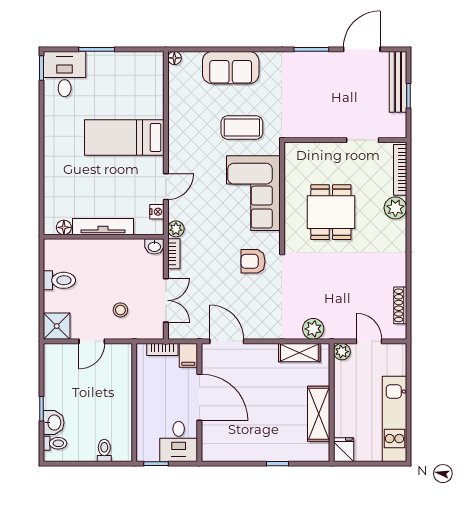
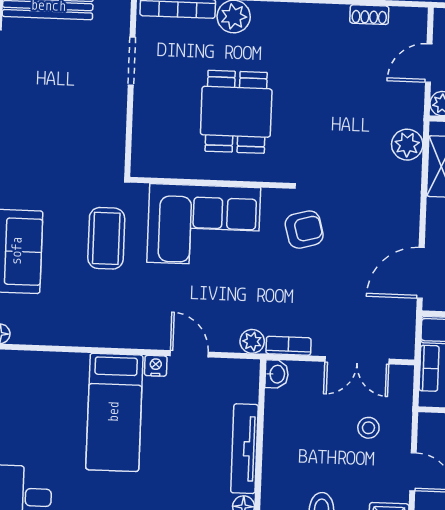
nightstand: (157, 212) -> (156, 366), moved
dining table: (331, 212) -> (236, 112), turned 90
armchair: (253, 261) -> (304, 230), turned -105
double door: (166, 300) -> (357, 360), swing flipped
shoe rack: (400, 305) -> (369, 15), width x0.70

